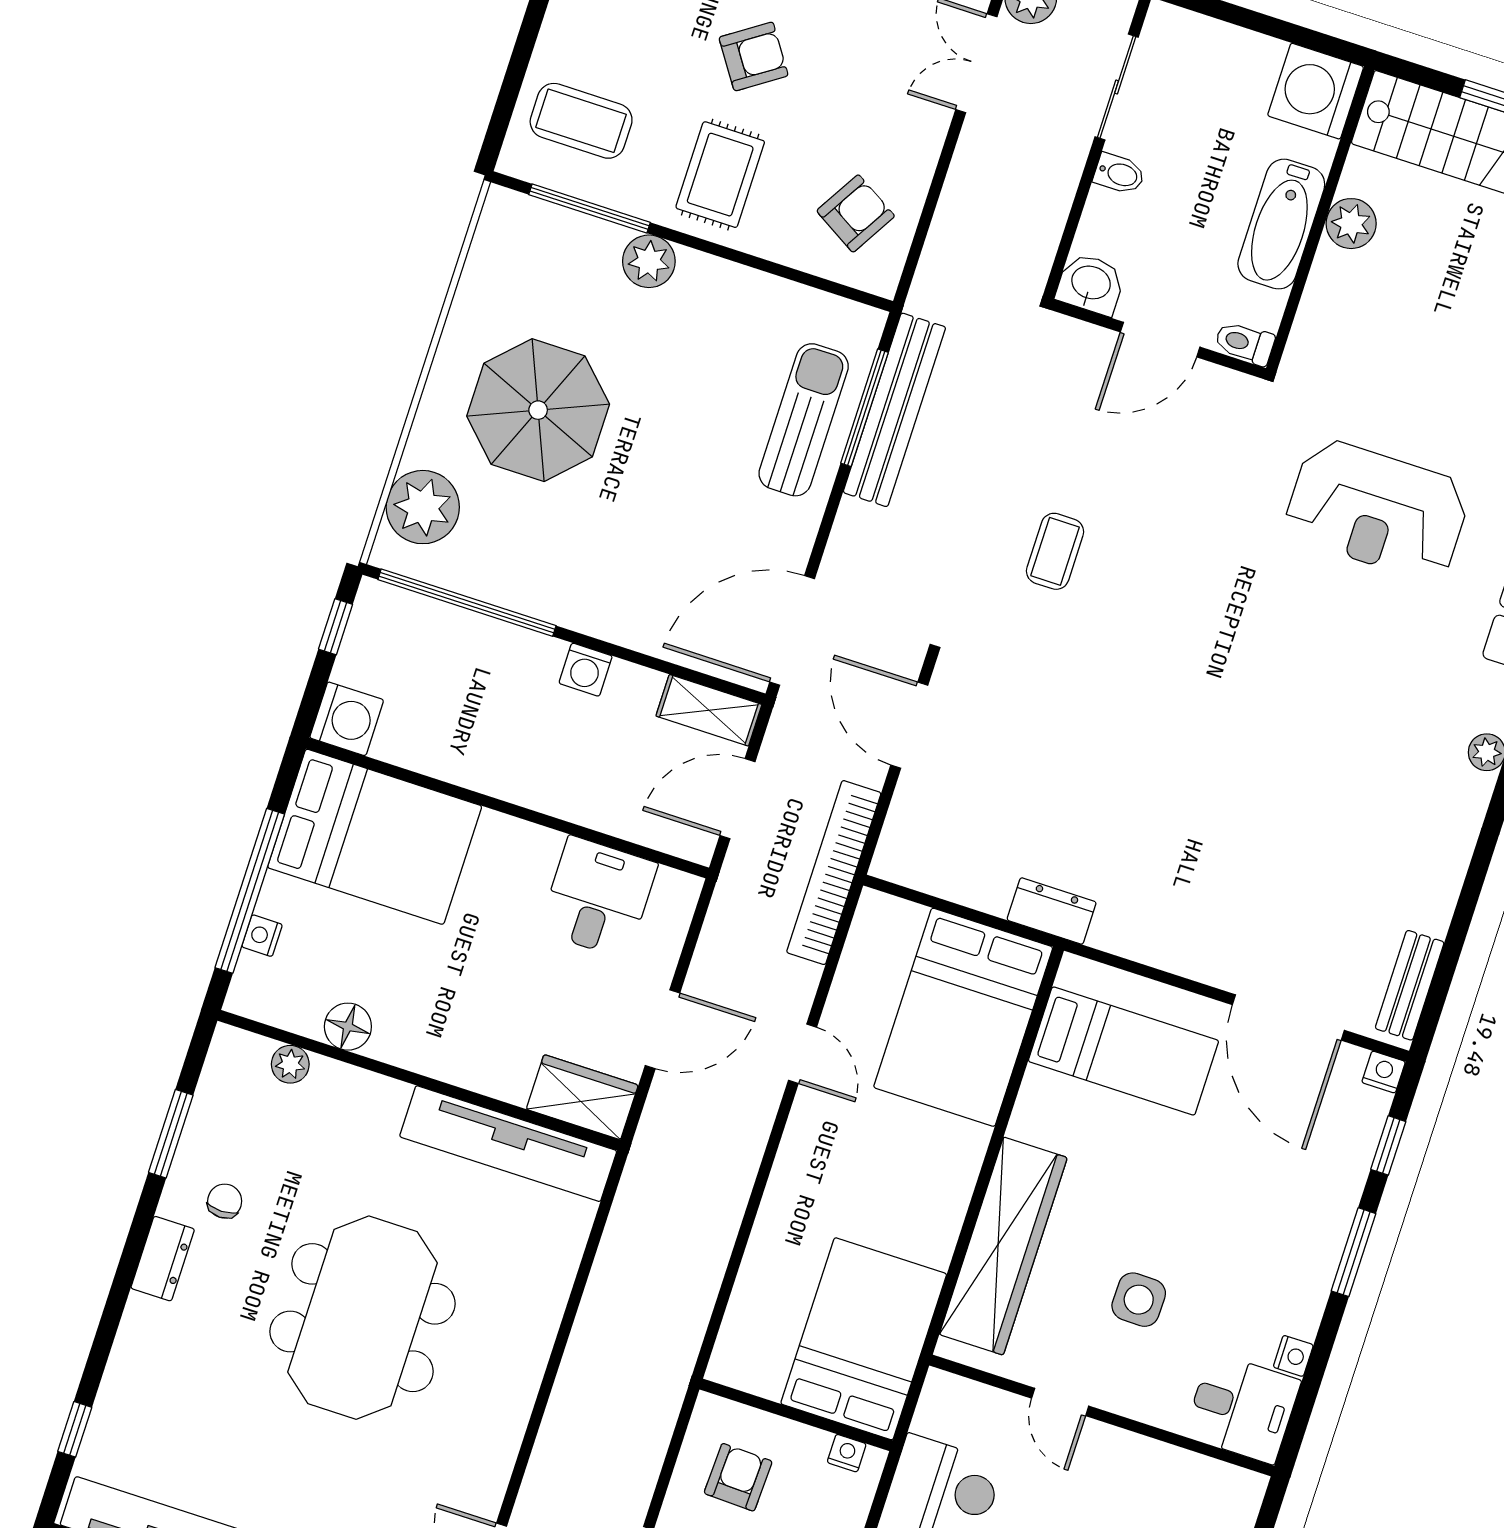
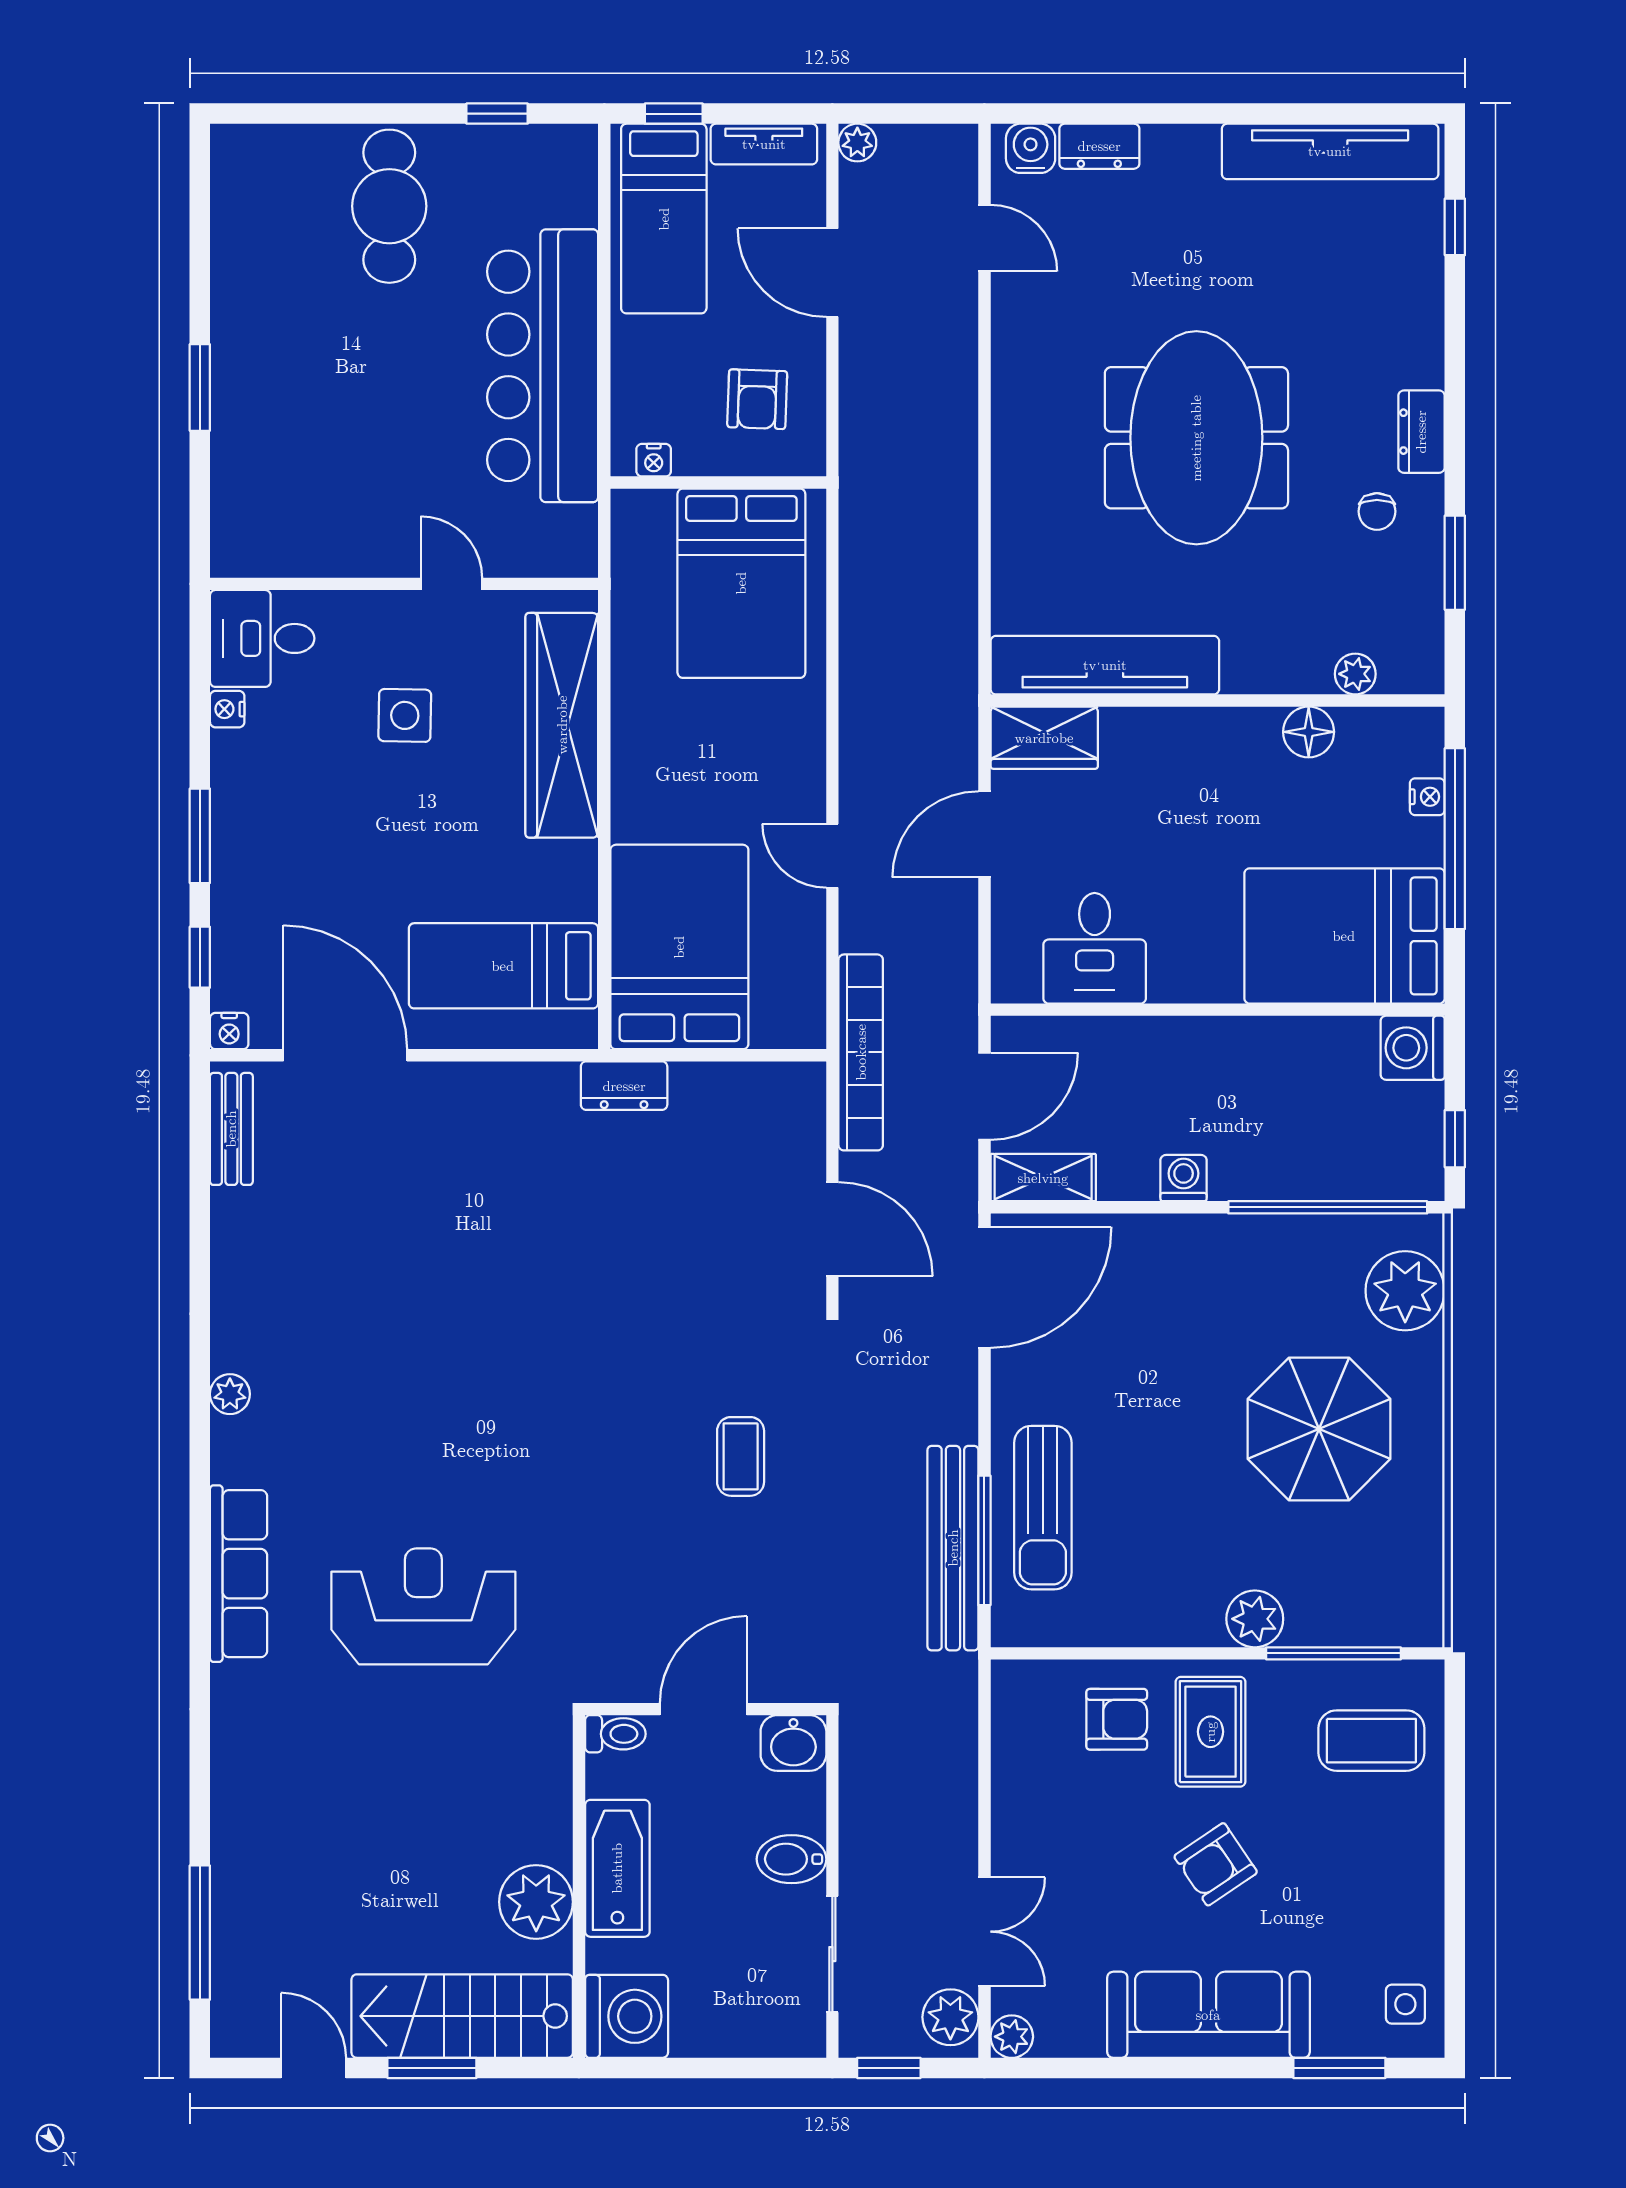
bidet: (1119, 174) -> (791, 1859), width x1.38, depth x1.36
armchair: (856, 213) -> (1117, 1719), moved, turned -121
plant: (1351, 224) -> (536, 1902), width x1.36, depth x1.36
bed: (864, 1339) -> (741, 583), moved

